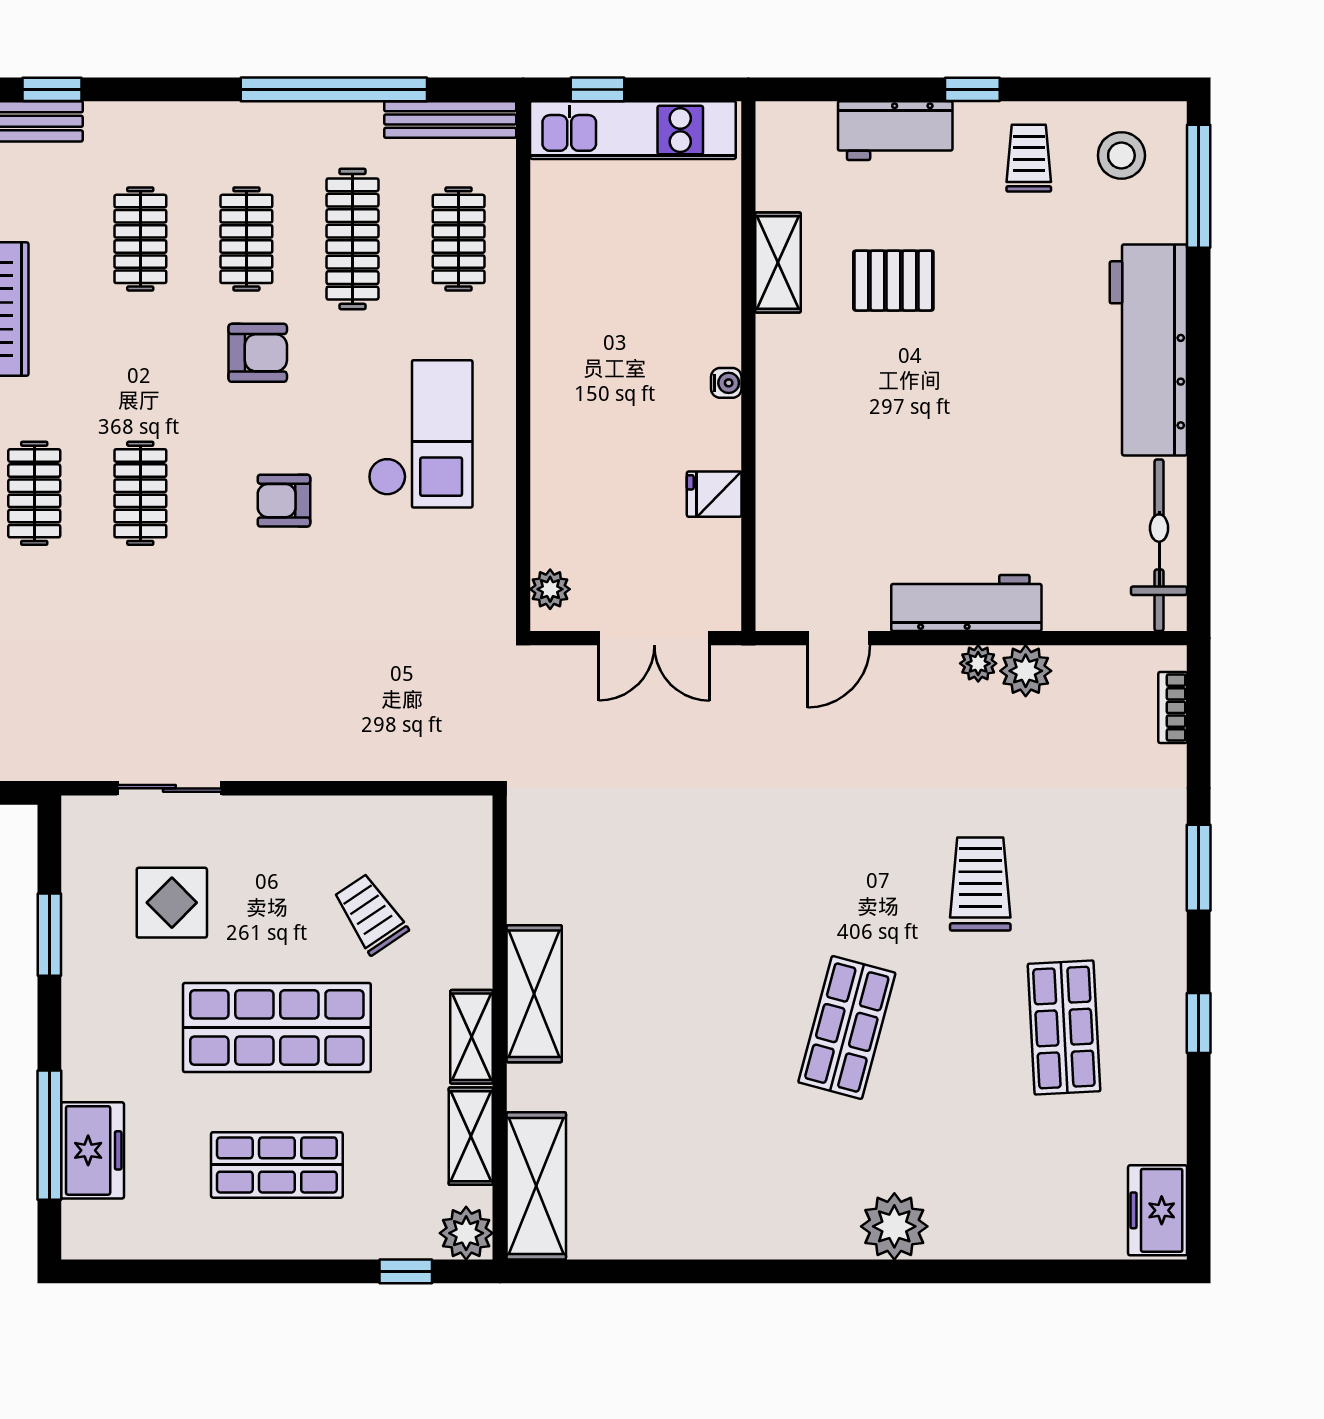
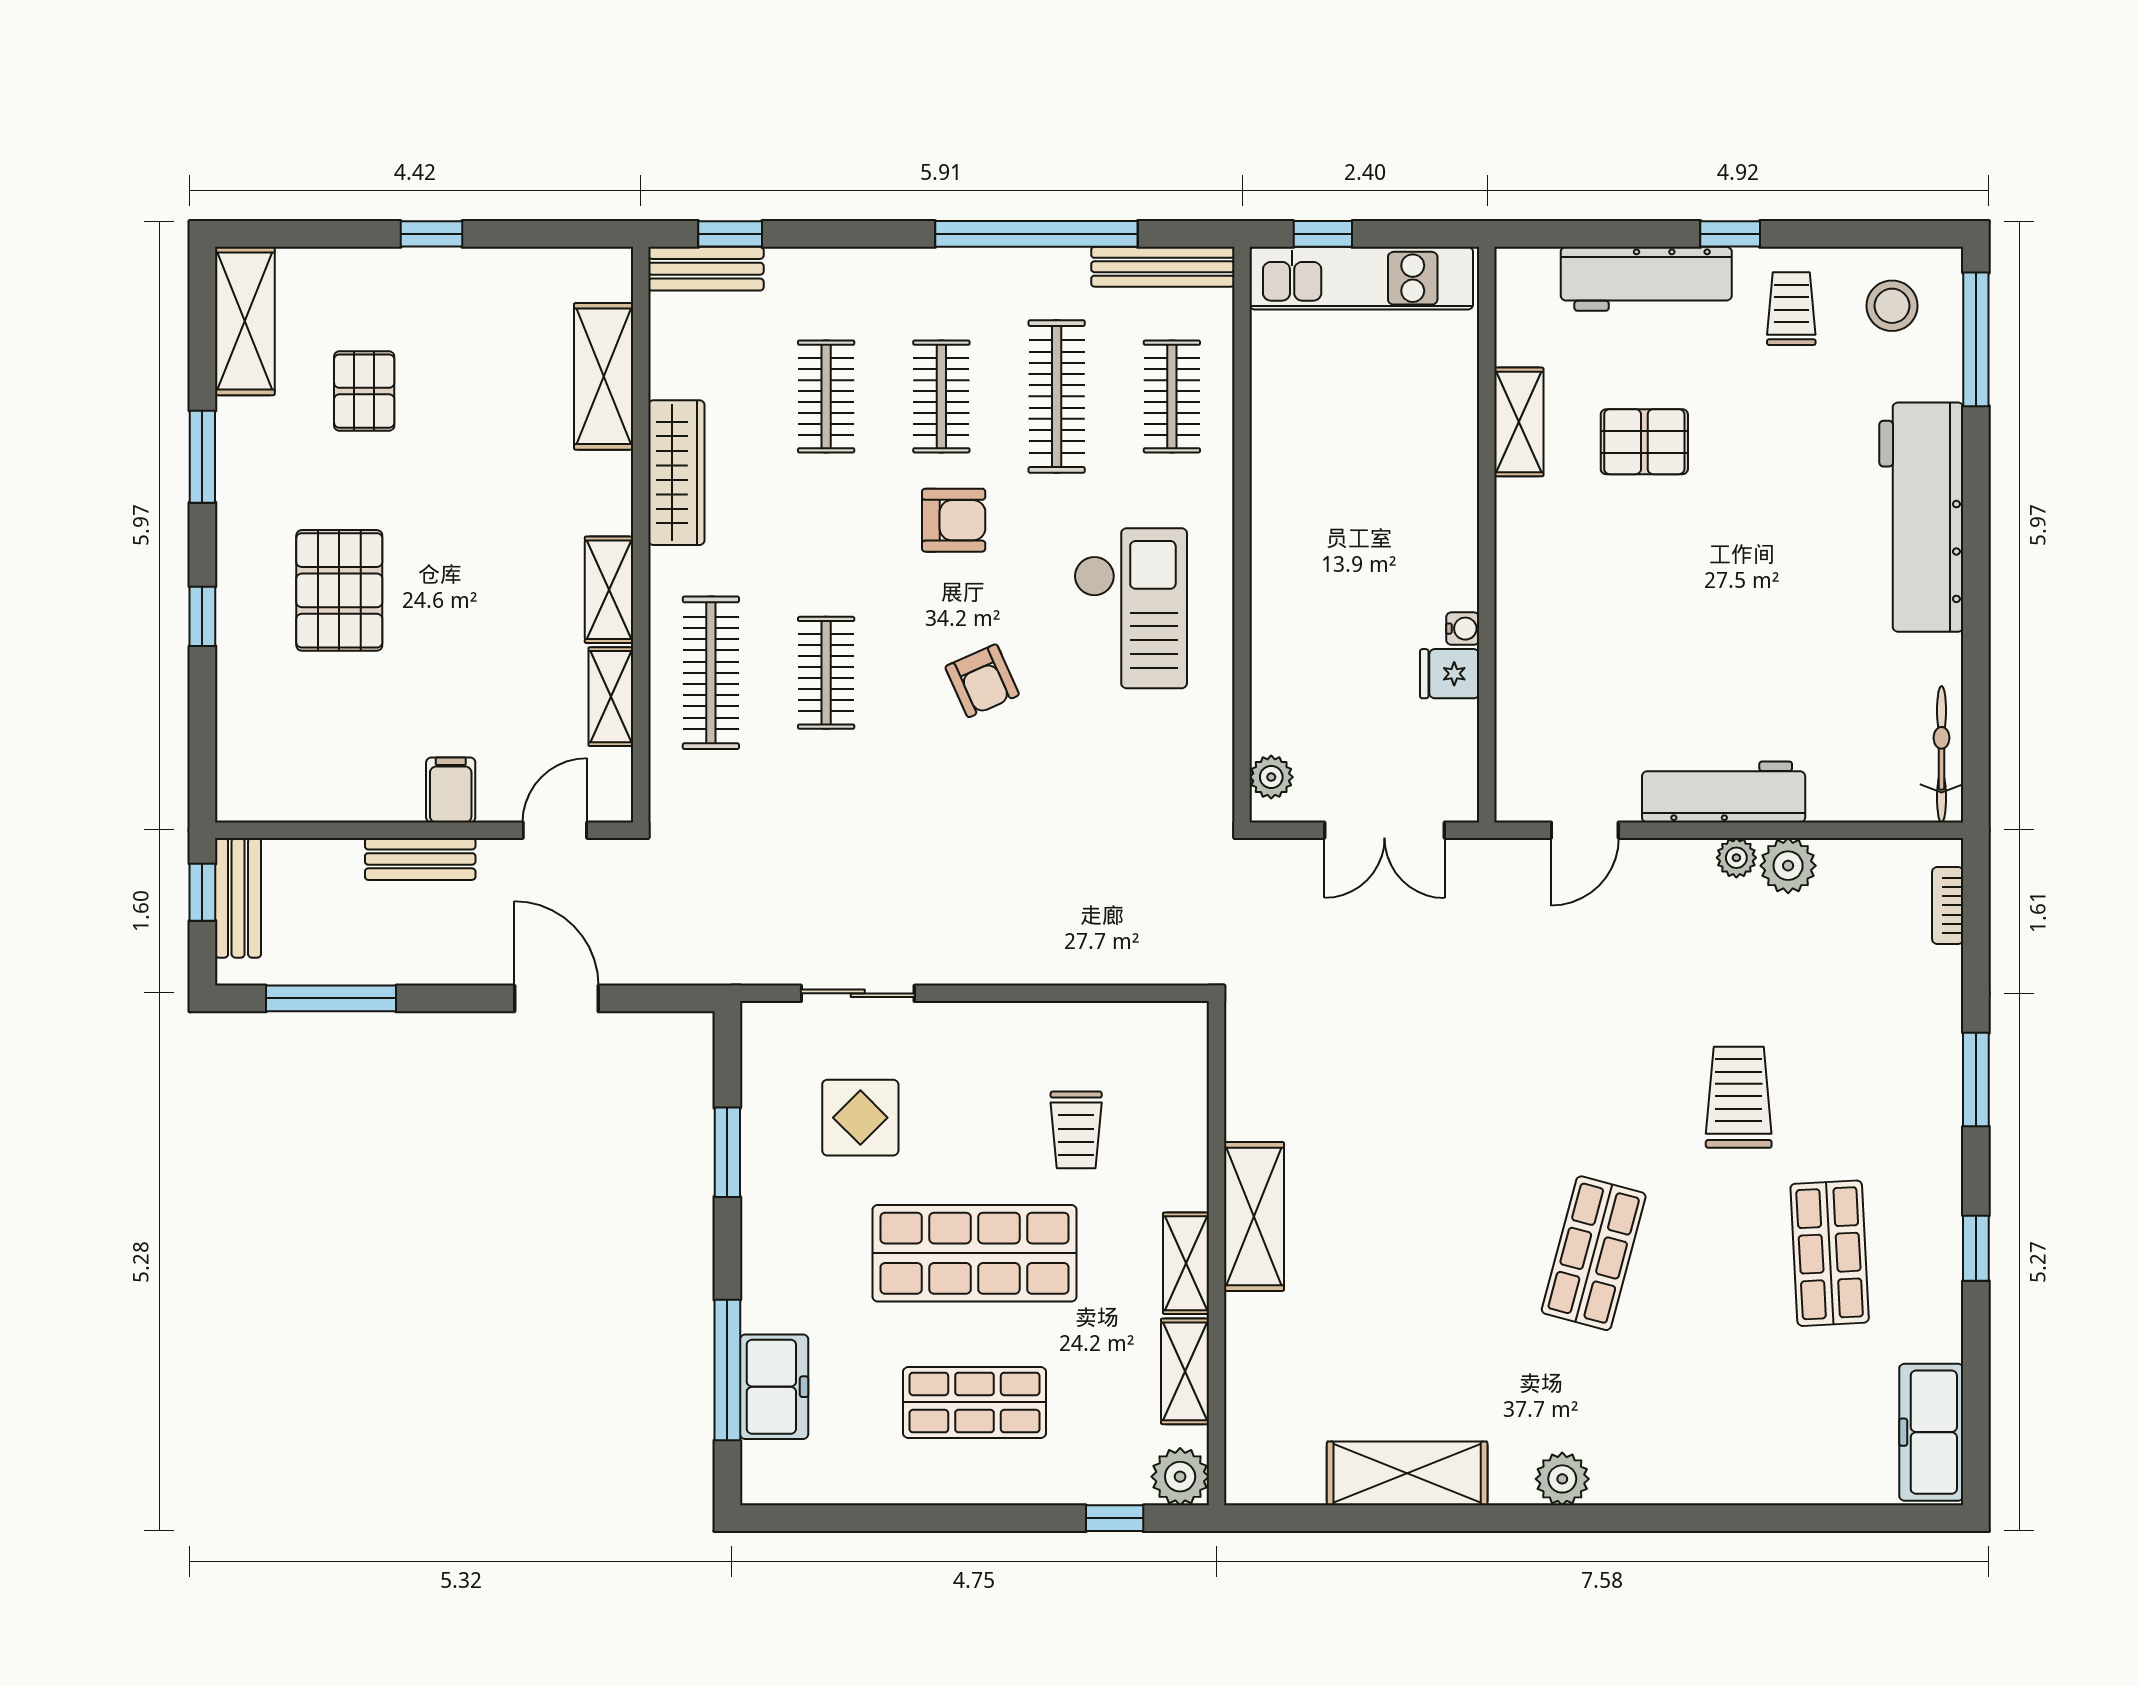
workbench: (895, 131) -> (1646, 279), width x1.38
water cooler: (726, 383) -> (1463, 629), moved
clothes rail: (34, 493) -> (711, 673), width x1.36
armchair: (284, 501) -> (982, 681), turned -114
bicycle: (1159, 545) -> (1942, 754), width x0.73, depth x0.71
trolley: (370, 914) -> (1076, 1130), turned -146
shelving: (536, 1186) -> (1407, 1473), moved, turned 90
freezer: (1158, 1210) -> (1931, 1432), width x1.40
plant: (894, 1226) -> (1562, 1479), moved, width x0.73, depth x0.73

